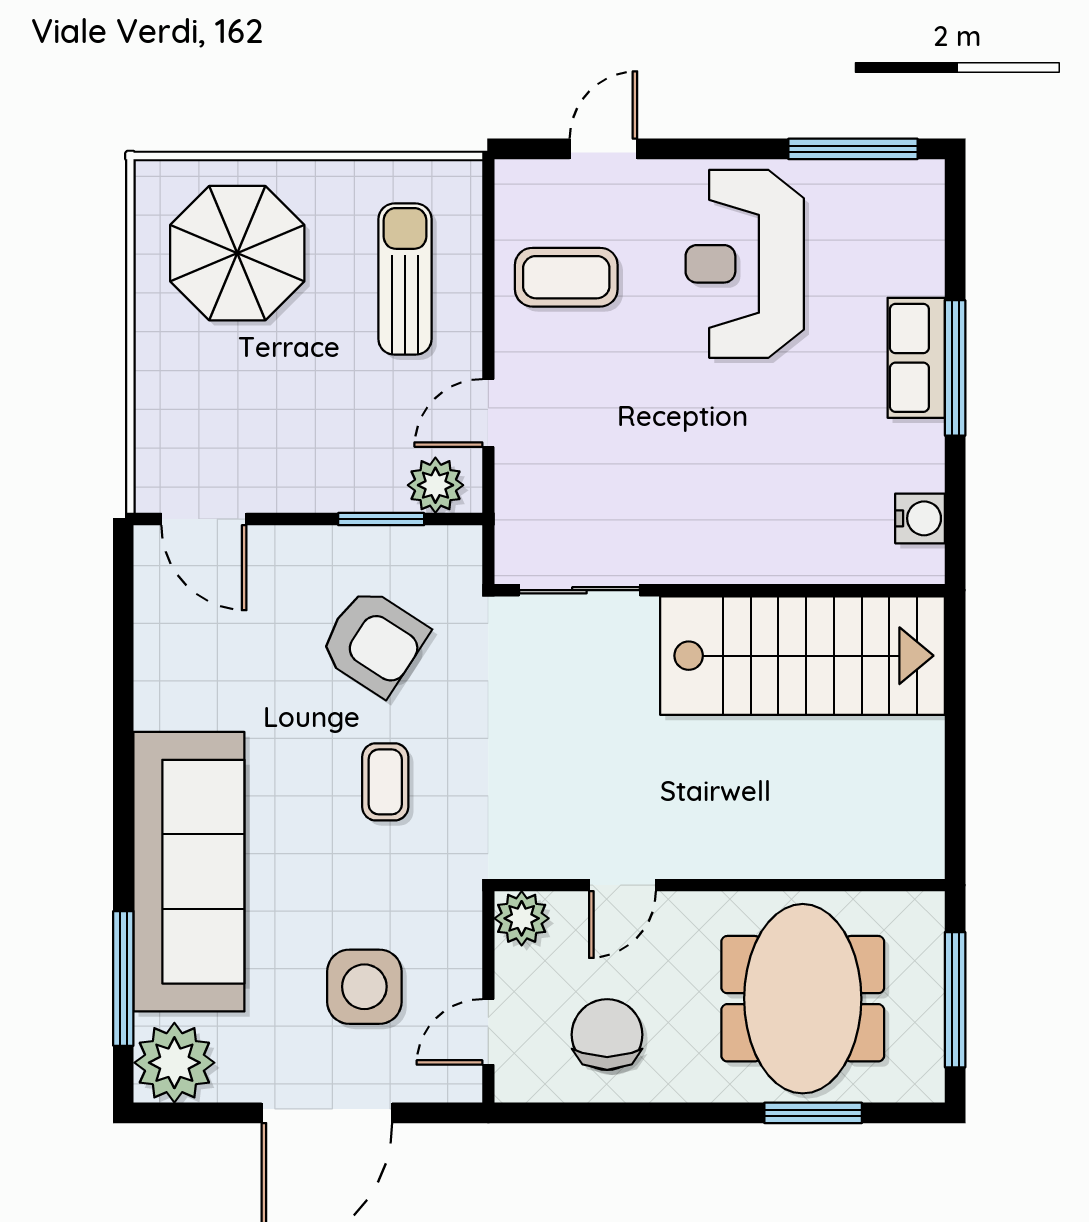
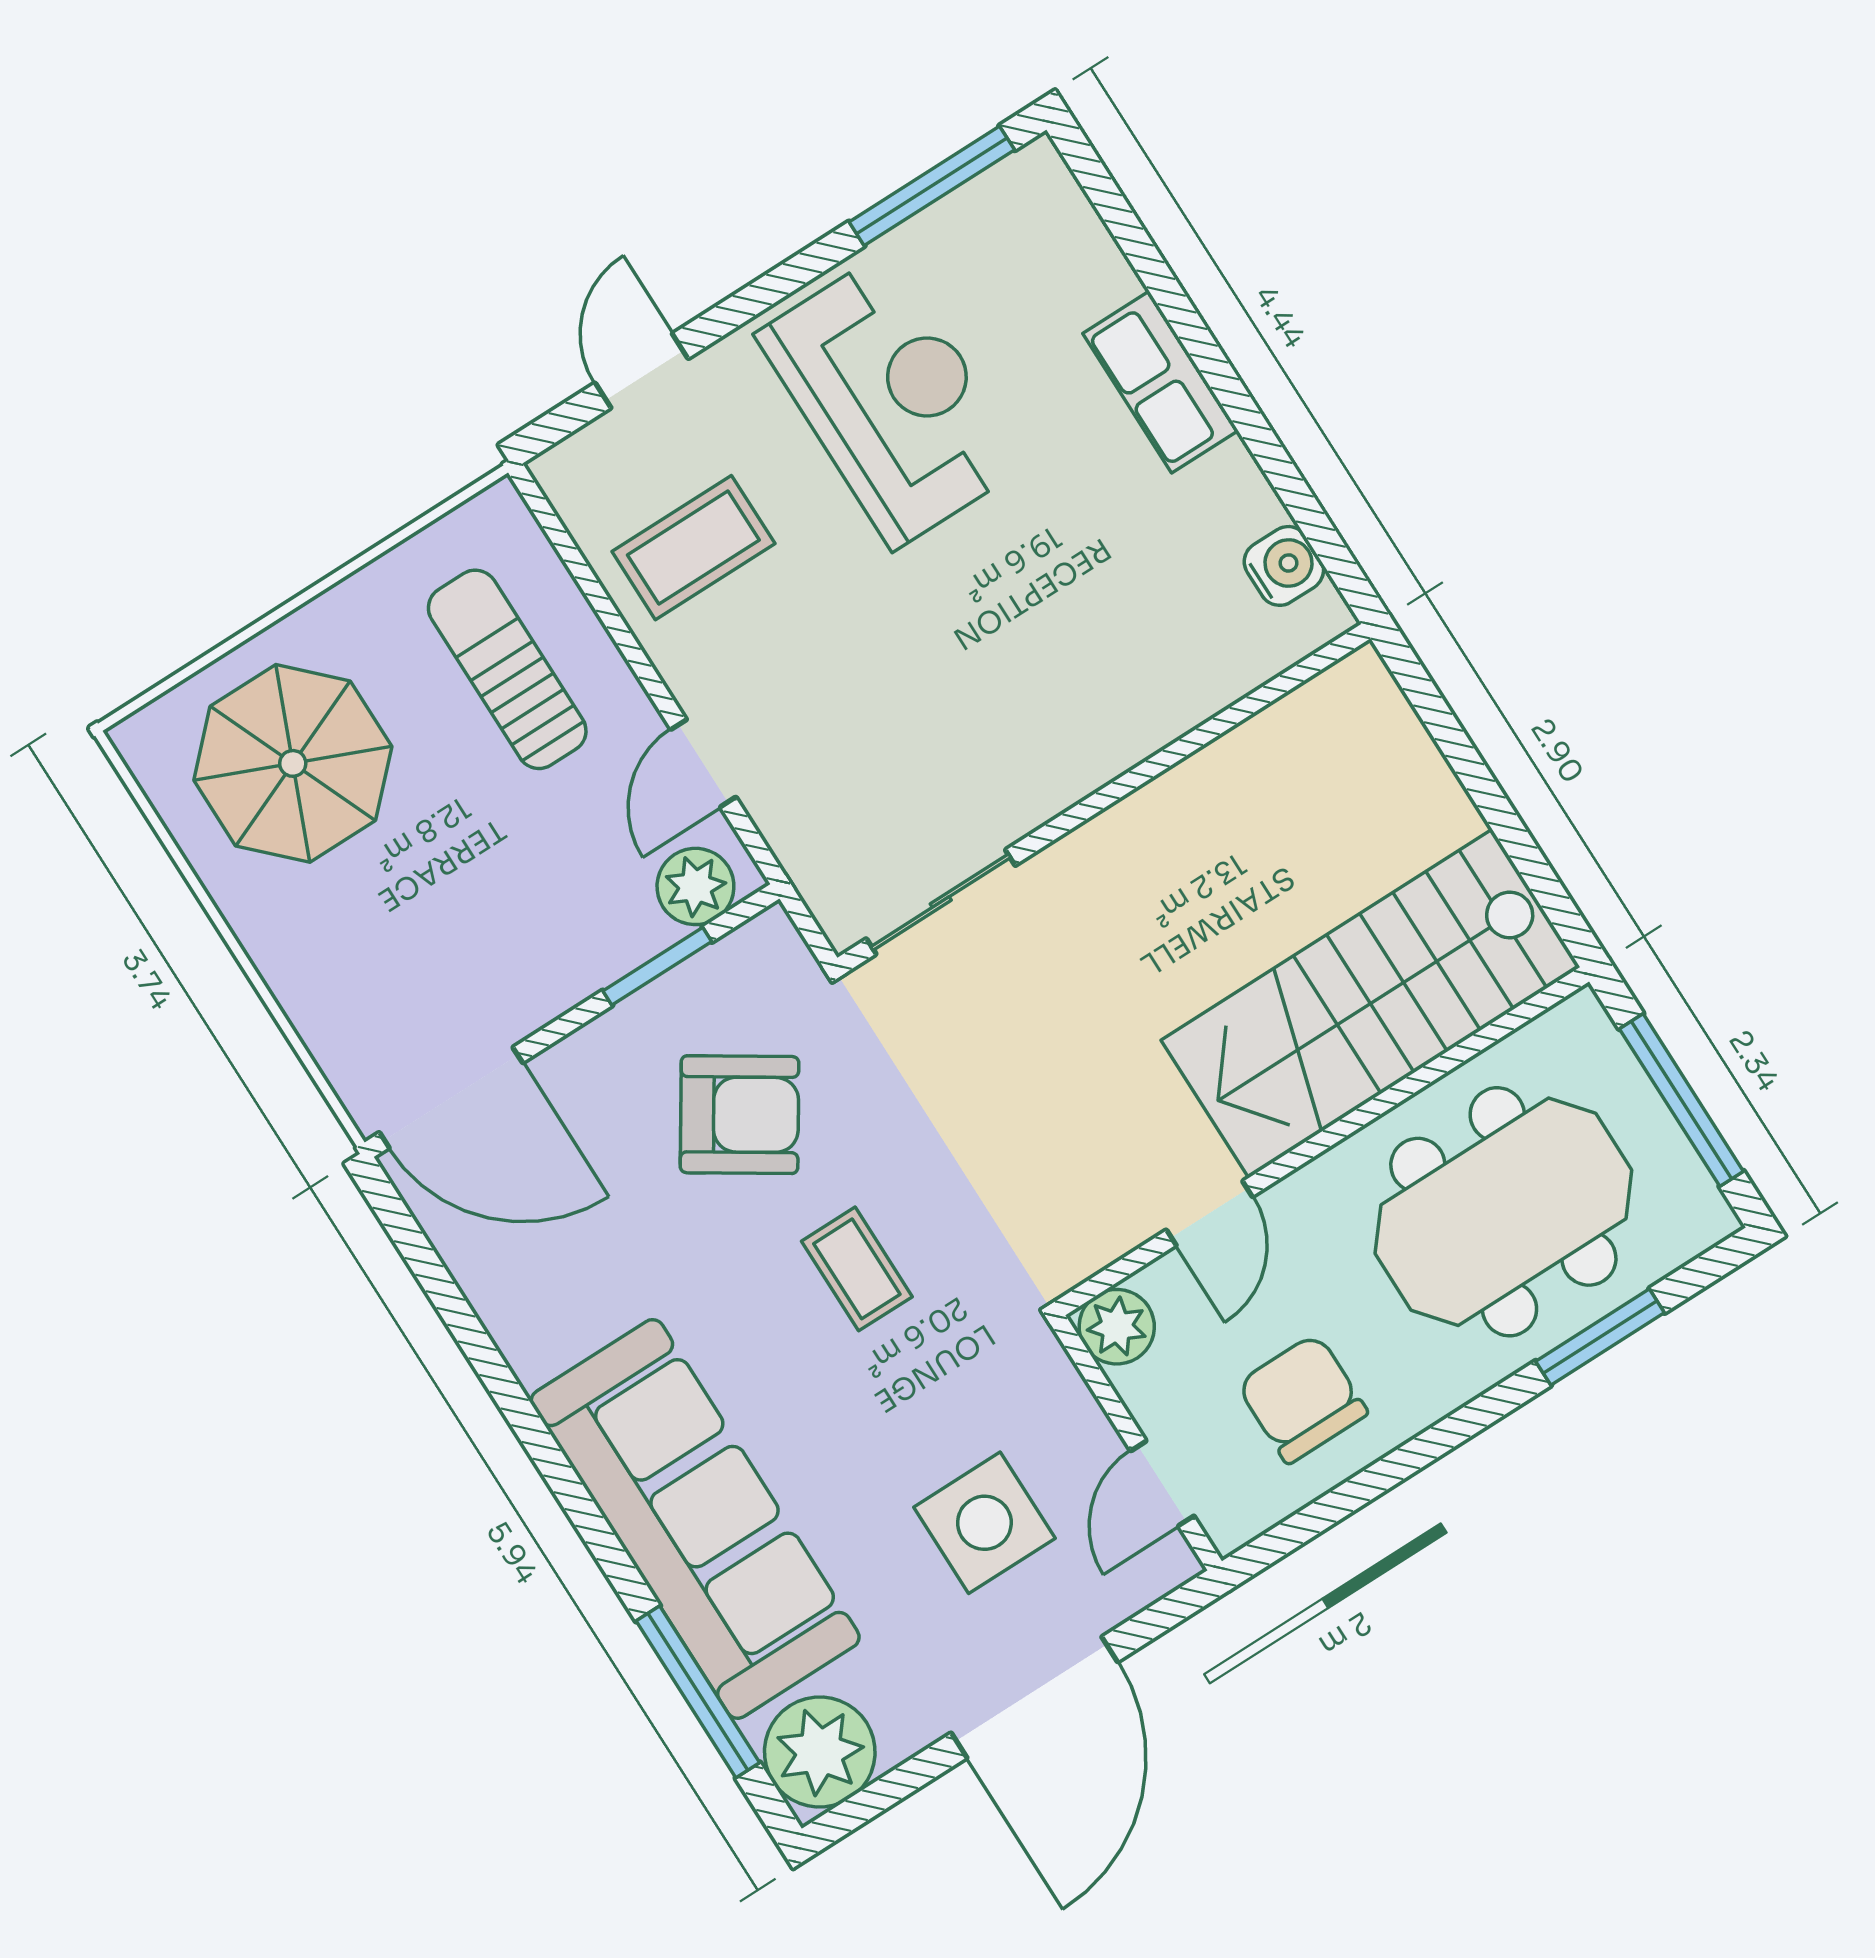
reception desk: (745, 264) -> (891, 400), turned 180
window: (955, 368) -> (1213, 365), removed
door: (204, 519) -> (451, 1098), width x1.36
stairs: (803, 656) -> (1371, 1004), moved, turned 180
meeting table: (803, 999) -> (1503, 1212), turned 90

